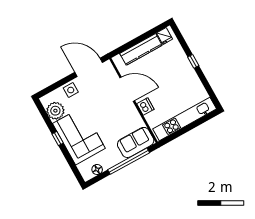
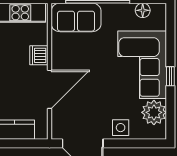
door: (127, 89) -> (50, 89), swing flipped

